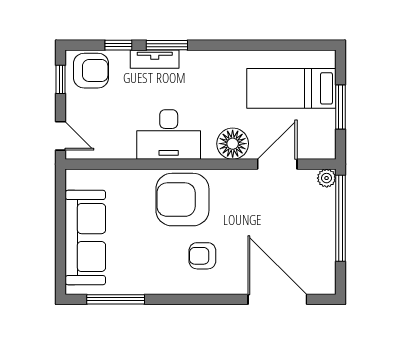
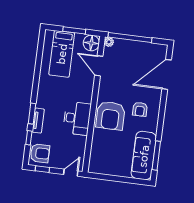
armchair: (91, 71) -> (40, 153), turned 90
floor lamp: (233, 144) -> (91, 43), moved
sofa: (85, 238) -> (144, 156), moved, turned -90

